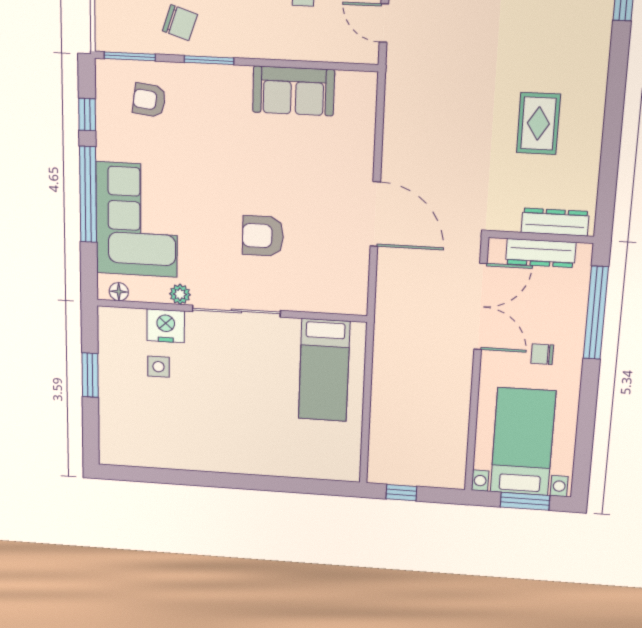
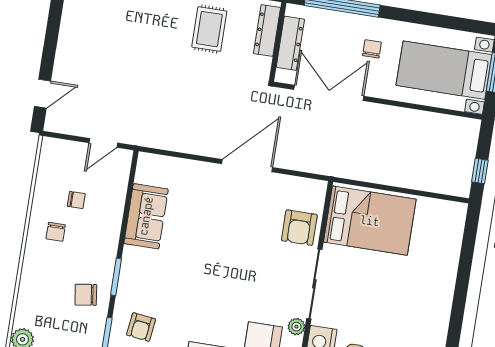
chair: (180, 23) -> (86, 295), turned -116
rug: (538, 123) -> (209, 29), moved, turned 90
armchair: (263, 236) -> (299, 228), moved
chair: (542, 354) -> (372, 49), turned 180
bed: (324, 370) -> (370, 221), width x1.50

